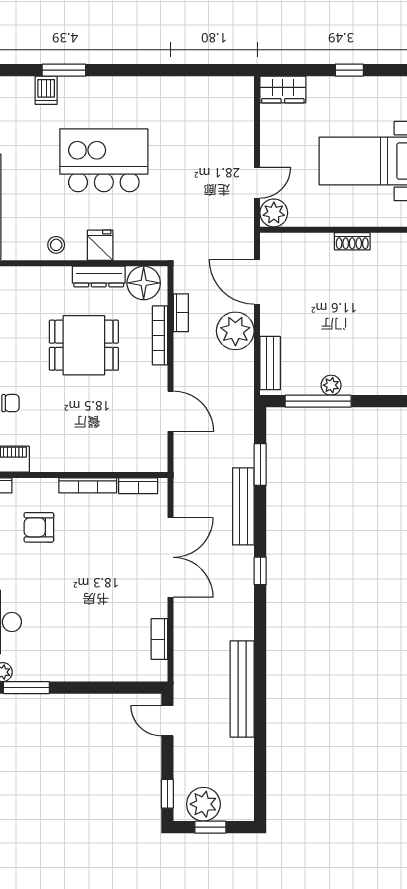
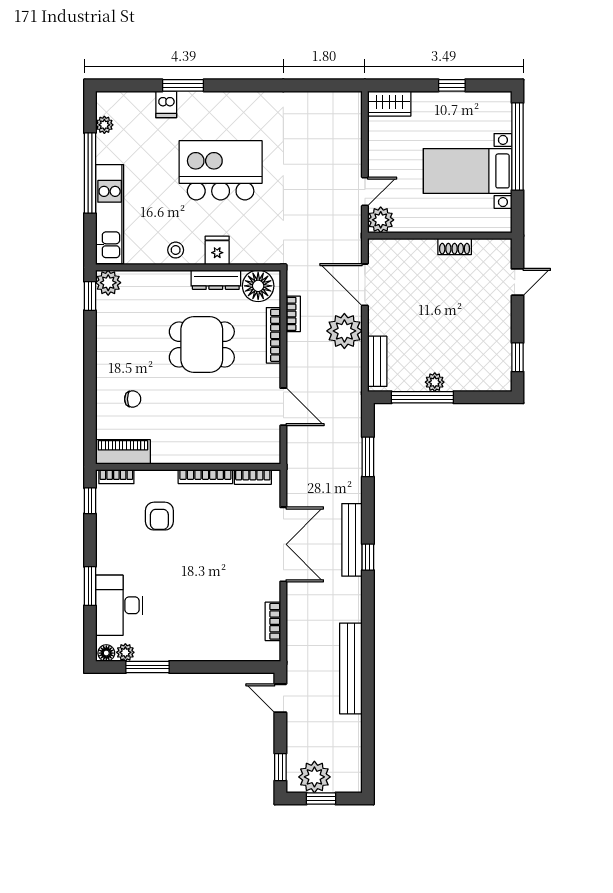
bench: (243, 506) -> (352, 540), moved
armchair: (39, 527) -> (159, 516), turned -90

